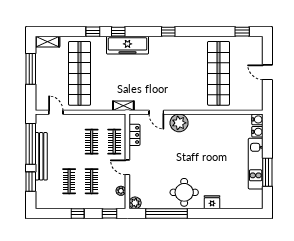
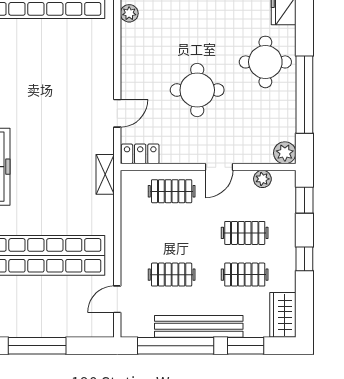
plant: (179, 123) -> (129, 13), moved, width x0.53, depth x0.53
locker: (134, 135) -> (140, 154), moved
clothes rail: (92, 142) -> (172, 275), moved
round table: (169, 155) -> (197, 90), added
wardrobe: (47, 202) -> (283, 315), added

